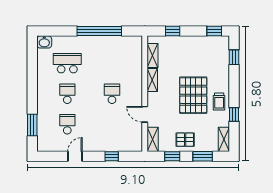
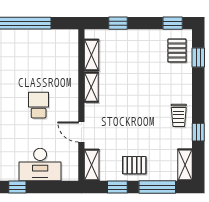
pallet: (193, 95) -> (177, 50), moved, width x0.49, depth x0.50
desk: (113, 139) -> (40, 165), added
window: (112, 156) -> (17, 187), moved
window: (203, 156) -> (157, 187), width x1.44

